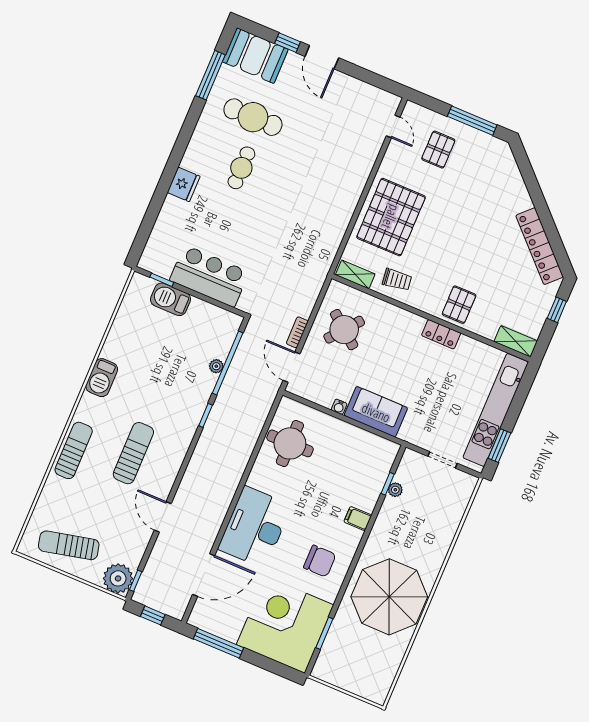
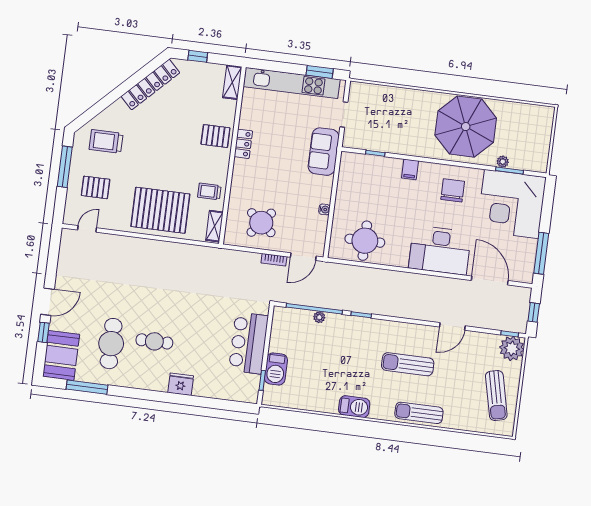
trolley: (488, 177) -> (106, 141), added
trolley: (397, 280) -> (209, 191), turned -83
sofa: (376, 412) -> (324, 152), moved
plant: (395, 490) -> (503, 162), moved

